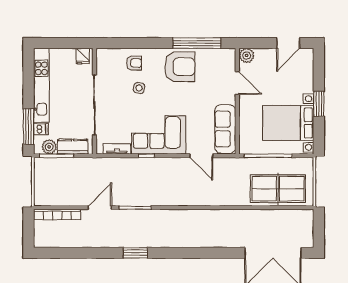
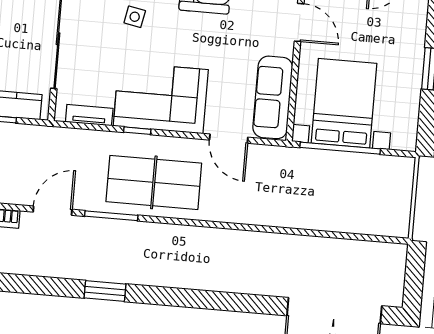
bed with nightstands: (288, 123) -> (344, 103), moved, turned 90
table tennis table: (278, 189) -> (154, 182), moved

